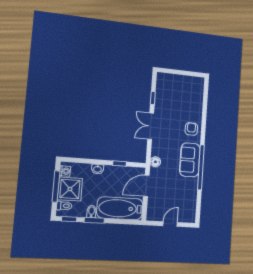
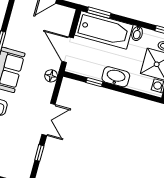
washbasin: (97, 169) -> (116, 77), width x1.91, depth x1.45
door: (146, 186) -> (68, 50), swing flipped
window: (94, 220) -> (99, 13), moved

